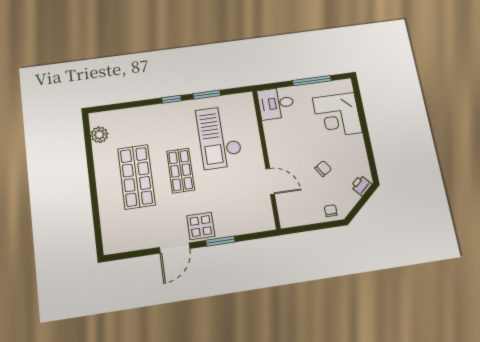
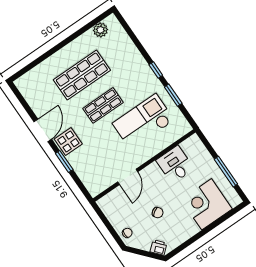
desk: (276, 103) -> (175, 164), moved
door: (175, 248) -> (43, 130), swing flipped

